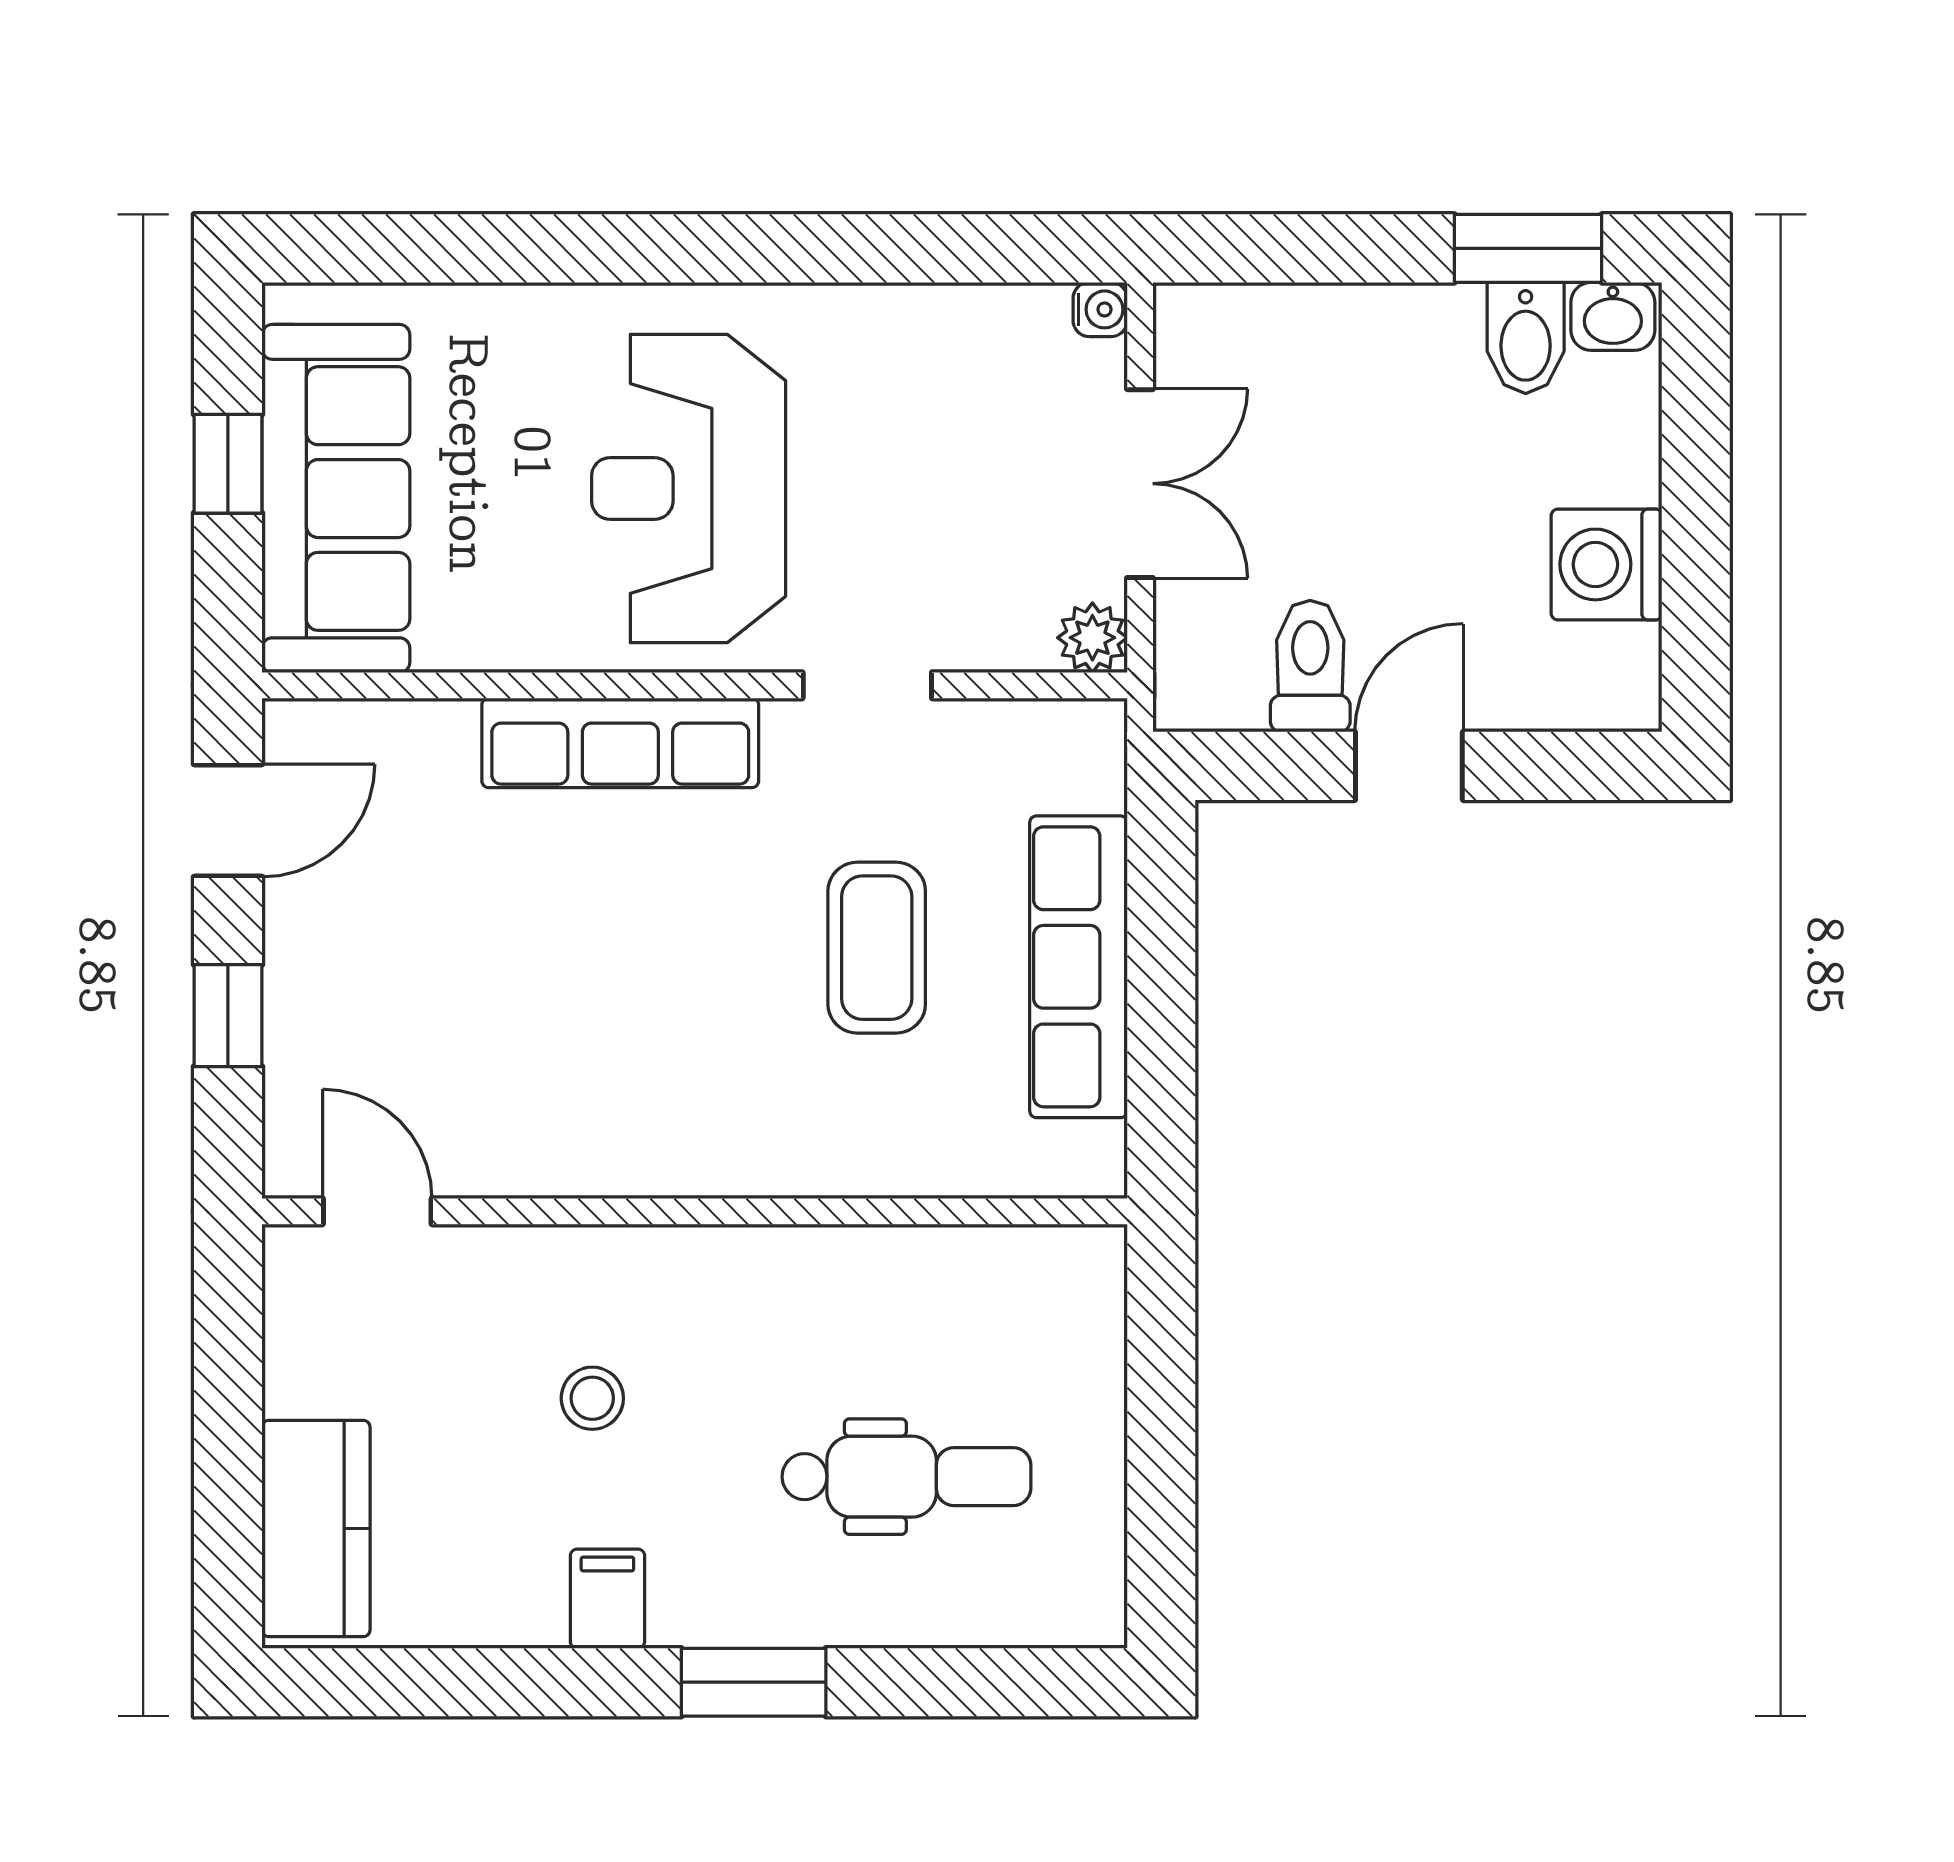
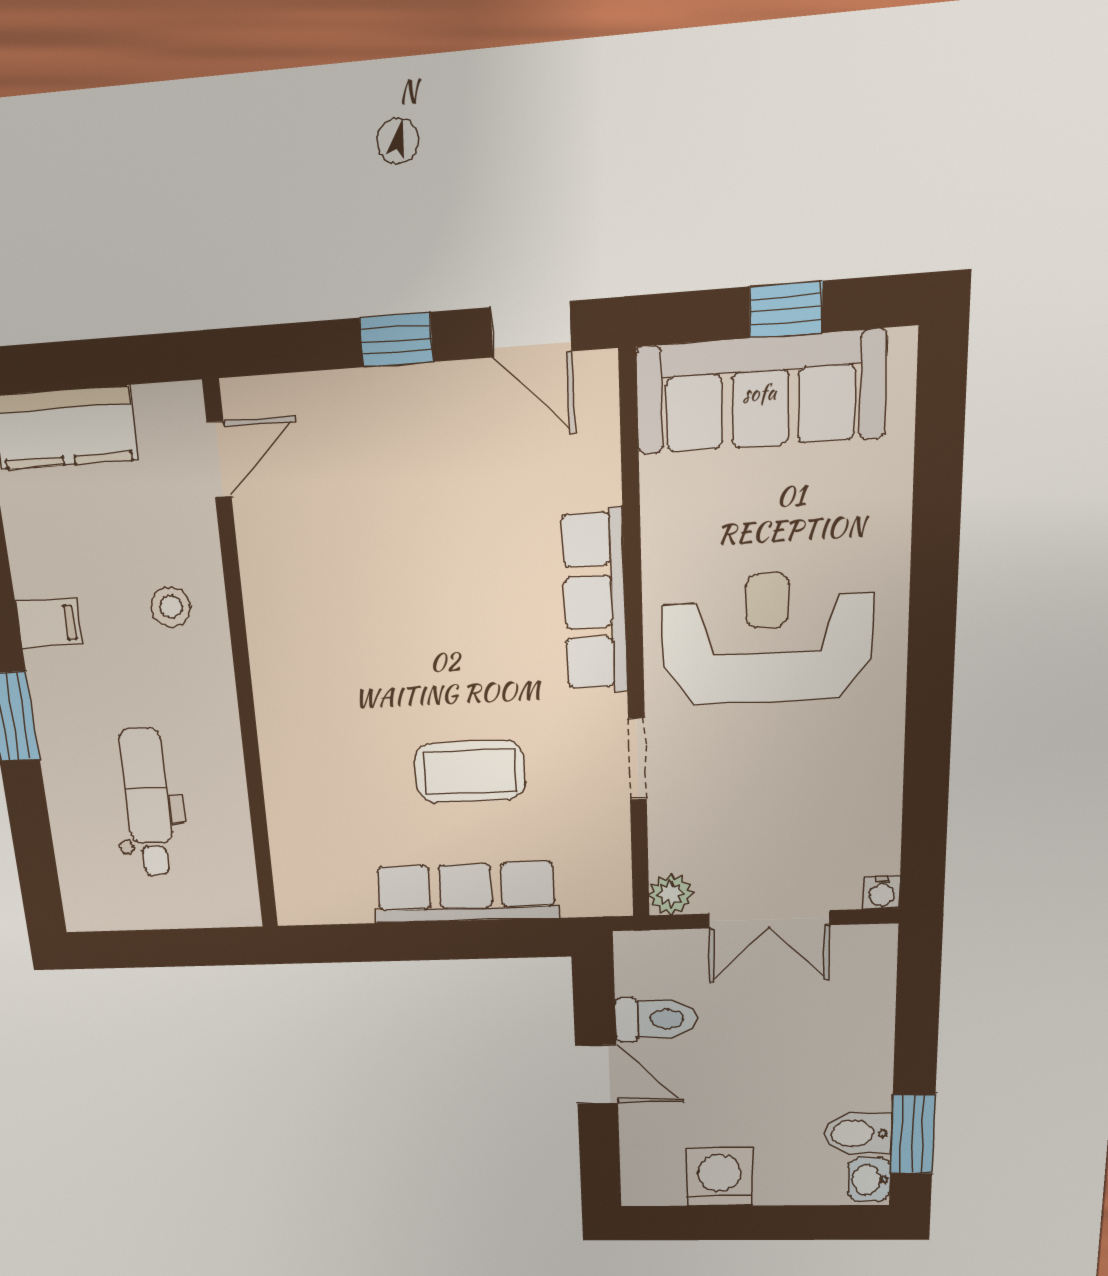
door: (377, 1211) -> (219, 459), moved
wall: (695, 1211) -> (242, 669), moved
dental chair: (906, 1477) -> (148, 803), turned 180

